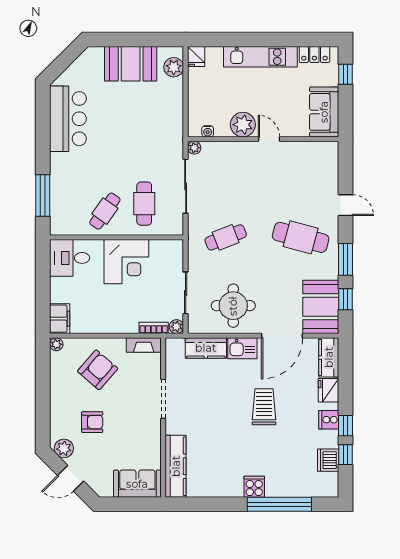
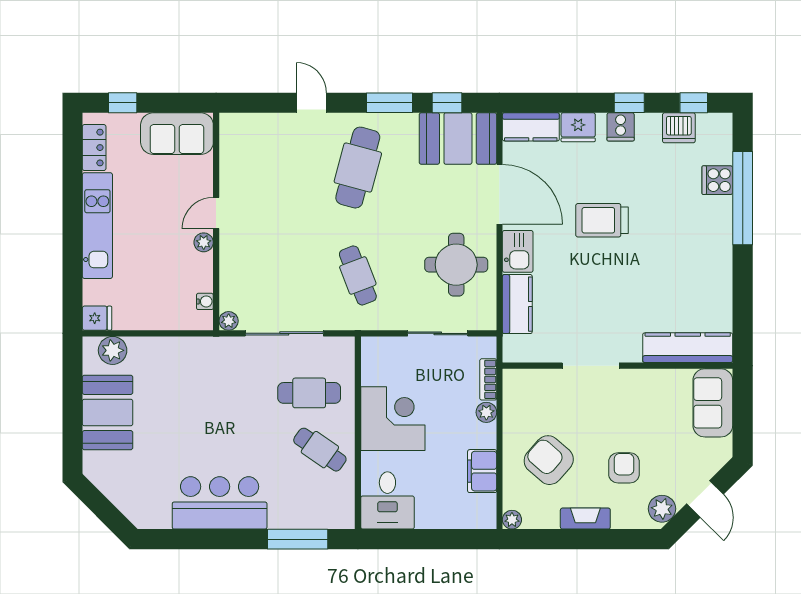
bar counter: (68, 119) -> (220, 503), moved
plant: (243, 125) -> (204, 242), width x0.53, depth x0.53
door: (346, 205) -> (311, 103), hinge flipped
filing cabinet: (60, 319) -> (482, 471), moved, turned -90
plant: (176, 327) -> (486, 412), moved
fireplace: (144, 345) -> (585, 519), moved, turned -90
window: (346, 455) -> (694, 103), moved
cooker: (254, 487) -> (717, 180), moved

